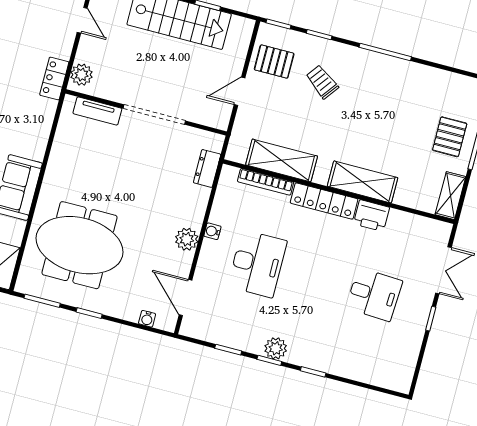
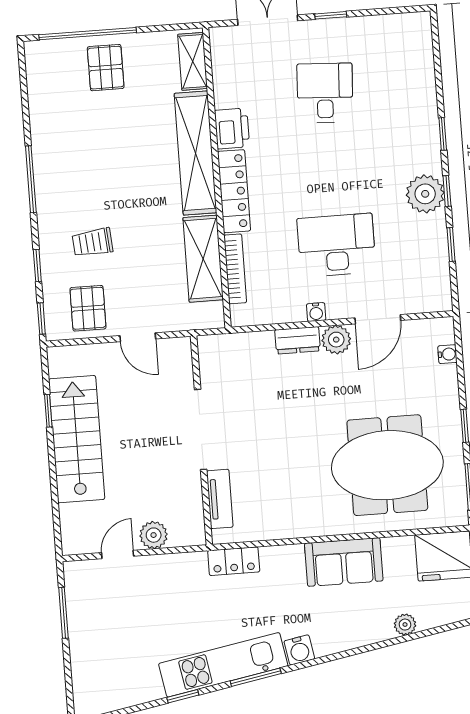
plant: (82, 75) -> (154, 535), moved
locker: (54, 78) -> (234, 561), moved
trolley: (322, 82) -> (92, 242), turned 48
pallet: (450, 137) -> (106, 68), turned 90
dresser: (207, 168) -> (298, 340), moved
shelving: (363, 182) -> (195, 153), width x1.47
shelving: (450, 196) -> (193, 61), moved, turned 90
meeting table: (80, 245) -> (387, 465), turned 90
door: (185, 298) -> (378, 319), moved
plant: (276, 348) -> (425, 194), width x1.36, depth x1.36

